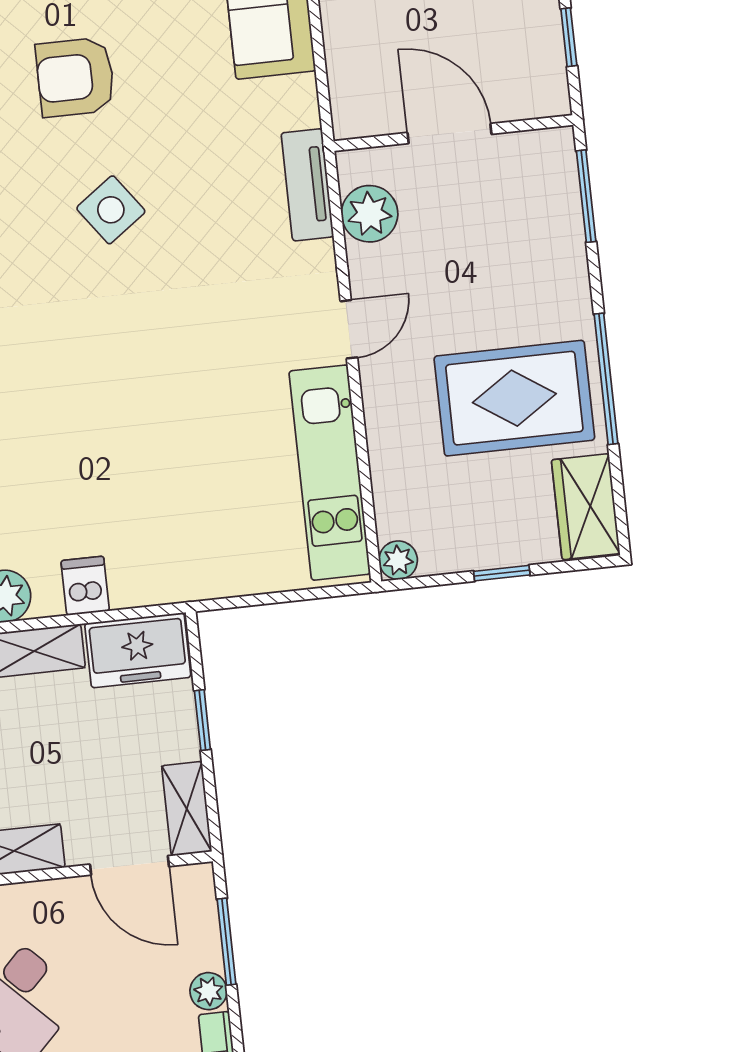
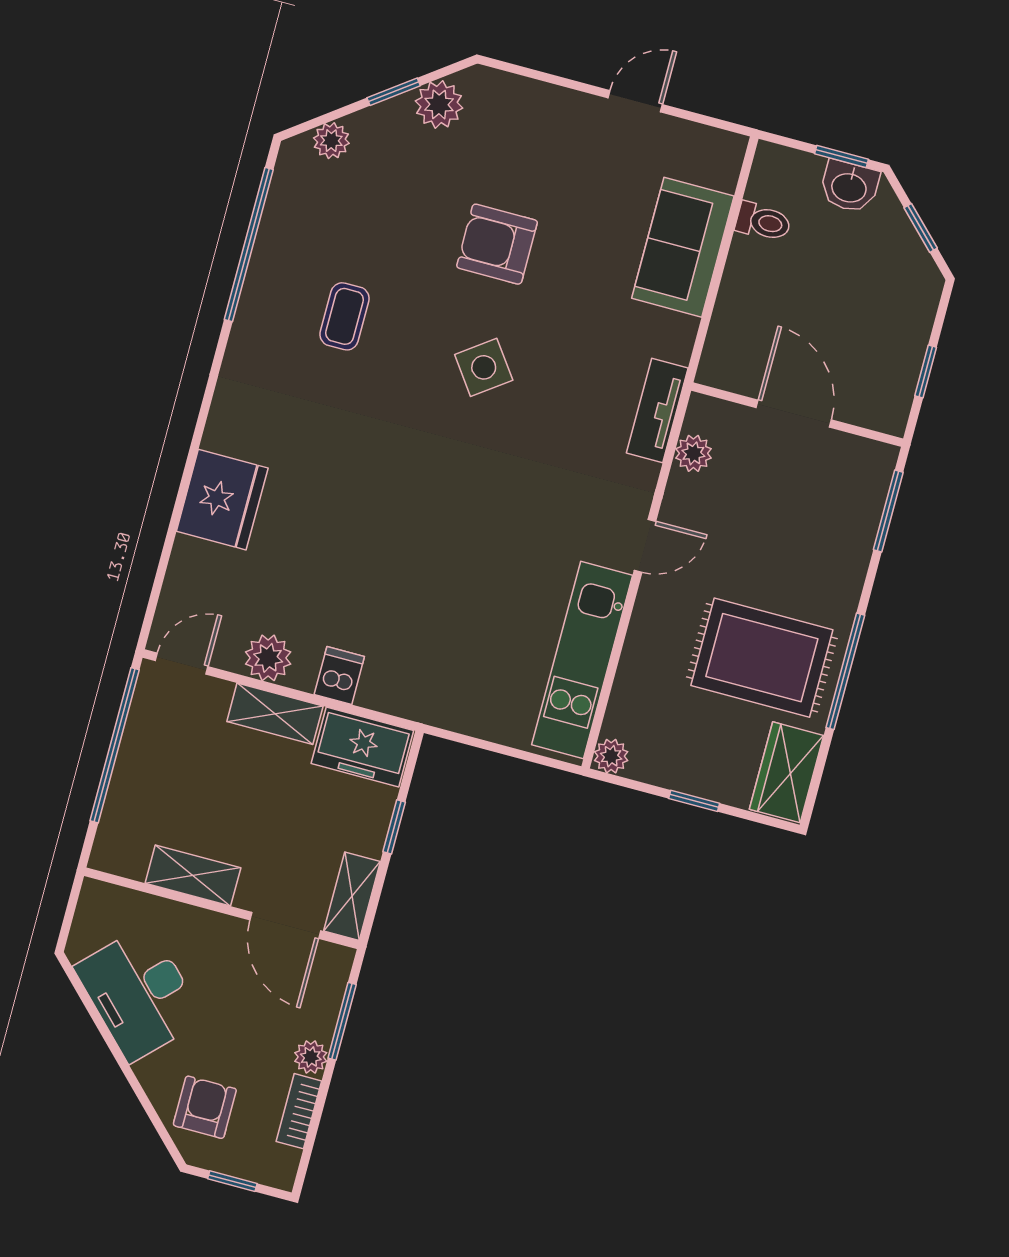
plant: (370, 214) -> (693, 453), width x0.73, depth x0.73

